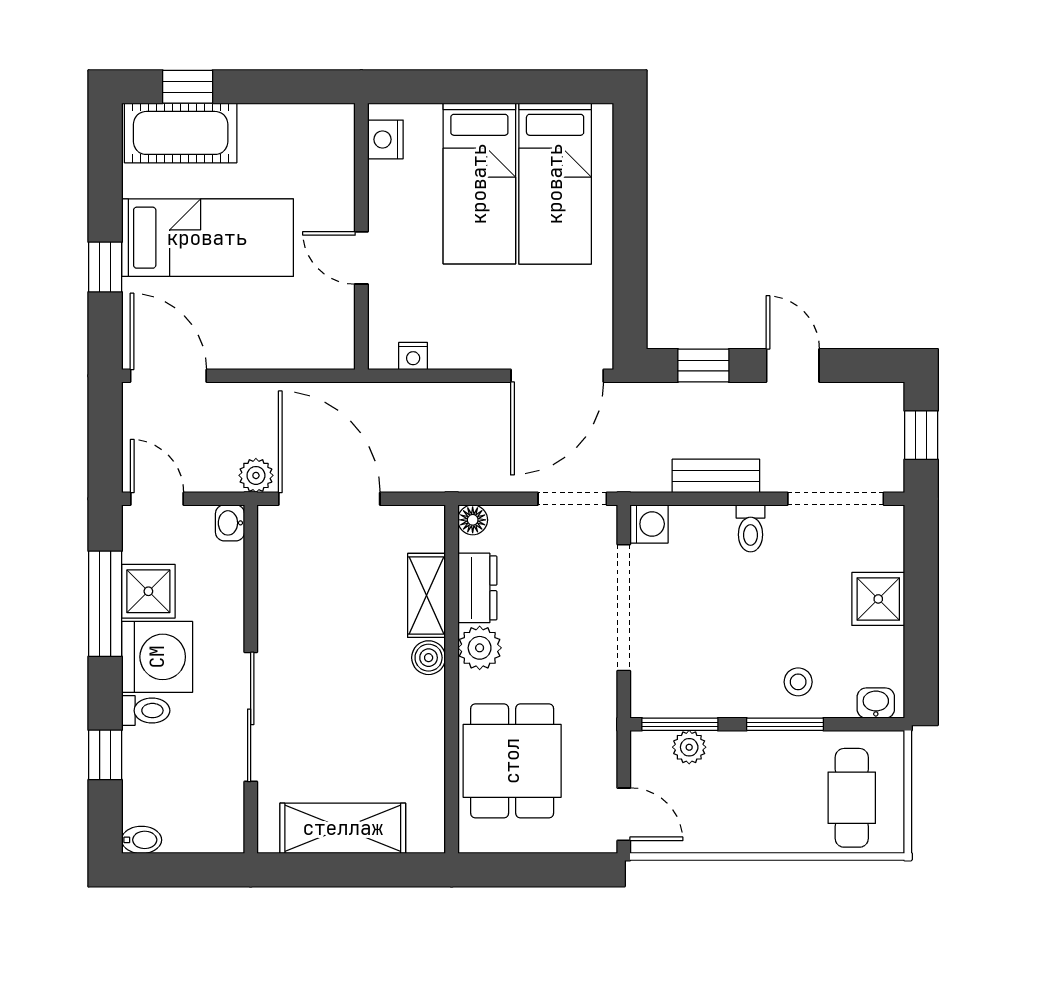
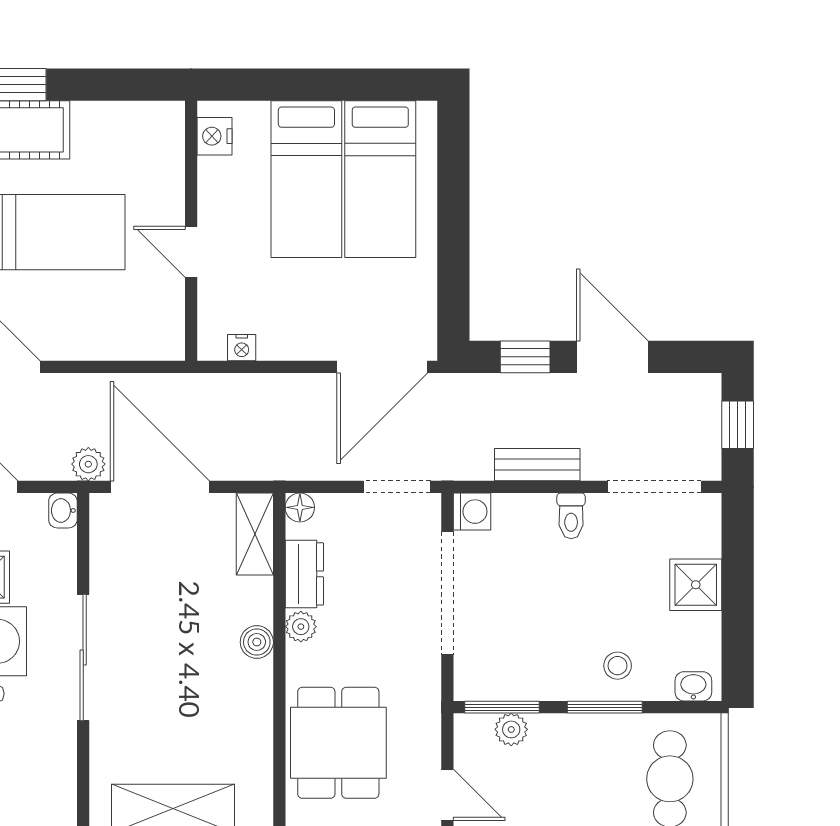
door: (793, 366) -> (612, 357), width x1.38
shelving: (427, 595) -> (255, 534), moved
plant: (480, 648) -> (301, 627), width x0.73, depth x0.73
sliding door: (251, 717) -> (83, 658), moved

